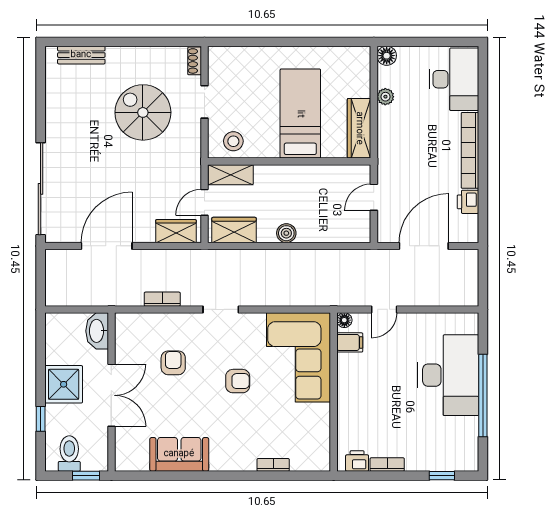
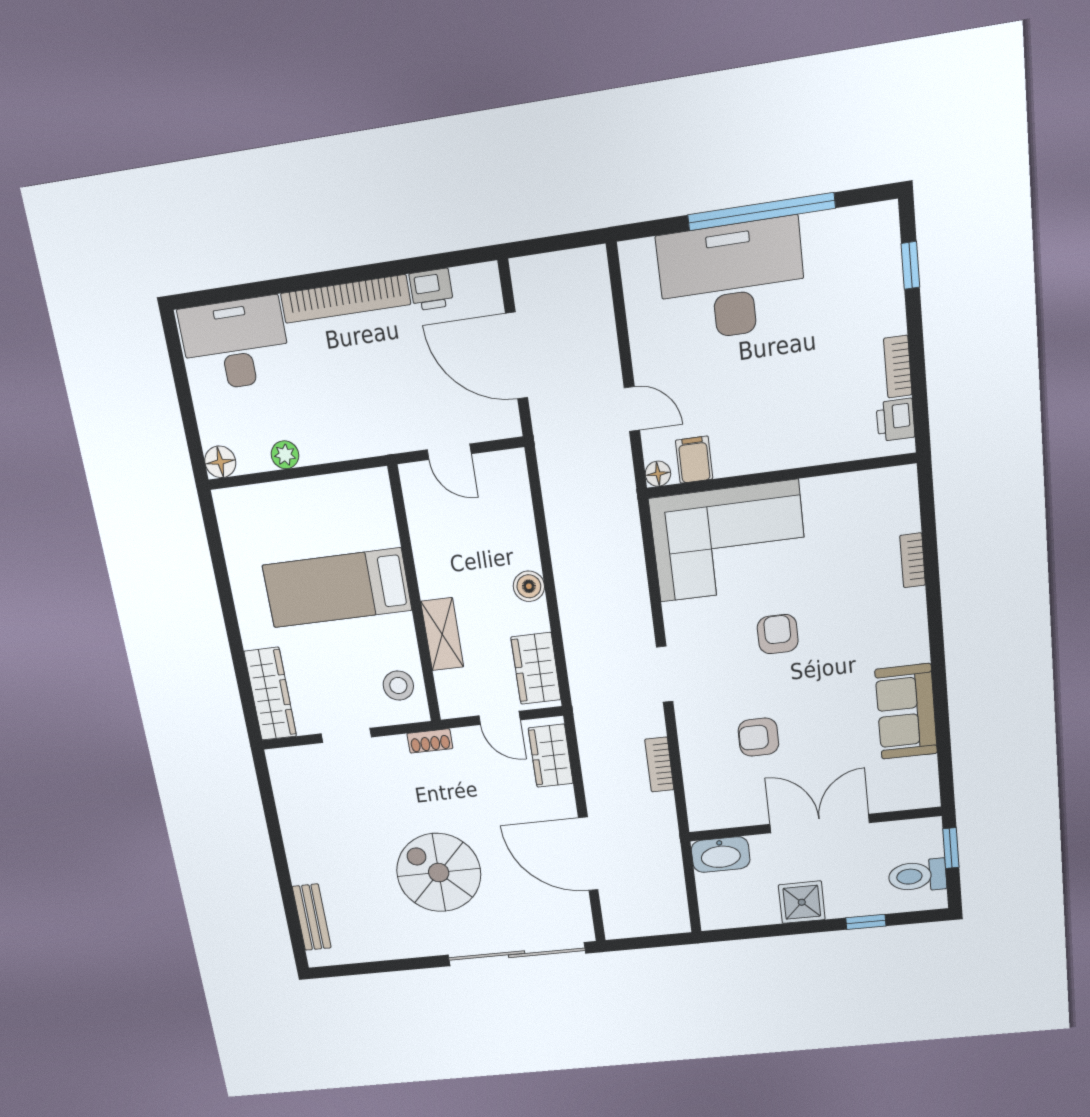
shoe rack: (195, 61) -> (430, 741), moved
spiral stairs: (143, 112) -> (439, 873), moved, turned 90
wardrobe: (359, 128) -> (270, 694), moved, turned -90
shelving: (231, 175) -> (442, 634), moved
shower: (64, 384) -> (802, 902), width x0.73, depth x0.73

